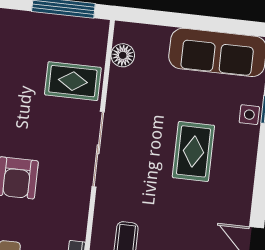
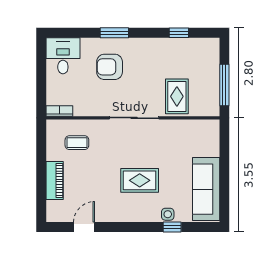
floor lamp: (123, 55) -> (197, 127), removed

